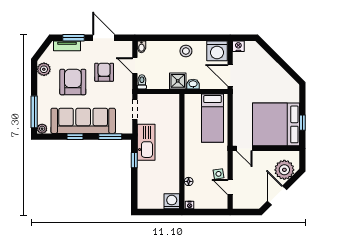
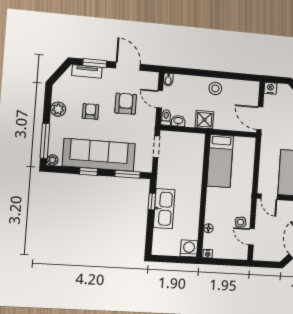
washing machine: (217, 51) -> (248, 91), removed
plant: (44, 69) -> (58, 109), moved
armchair: (73, 82) -> (90, 111), width x0.53, depth x0.53
washbasin: (193, 84) -> (178, 121), moved
bed: (213, 118) -> (220, 161), moved
kitchen sink: (146, 142) -> (164, 209), moved

